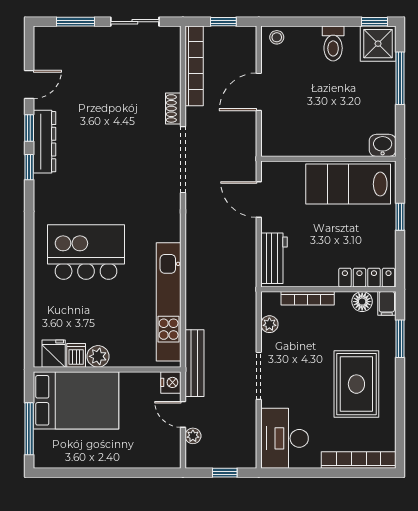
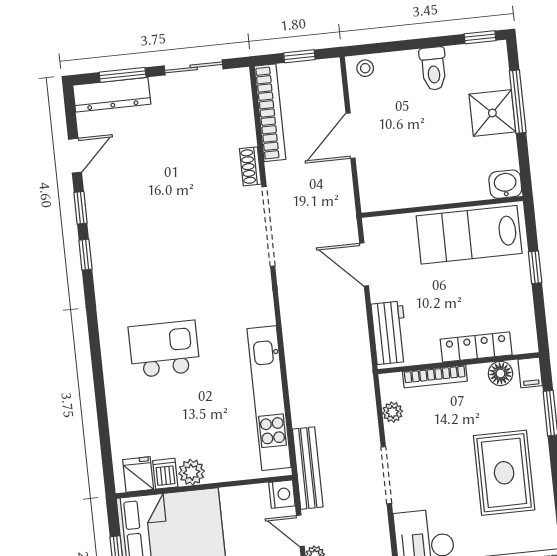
shower: (378, 44) -> (492, 113), moved
dresser: (45, 142) -> (112, 95), moved, turned 90
kitchen island: (86, 252) -> (164, 349), width x0.73, depth x0.78
locker: (367, 278) -> (476, 347), moved

